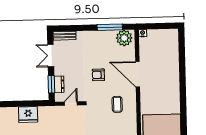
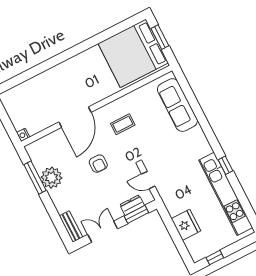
plant: (124, 38) -> (51, 178), moved
double door: (51, 56) -> (103, 232), swing flipped

